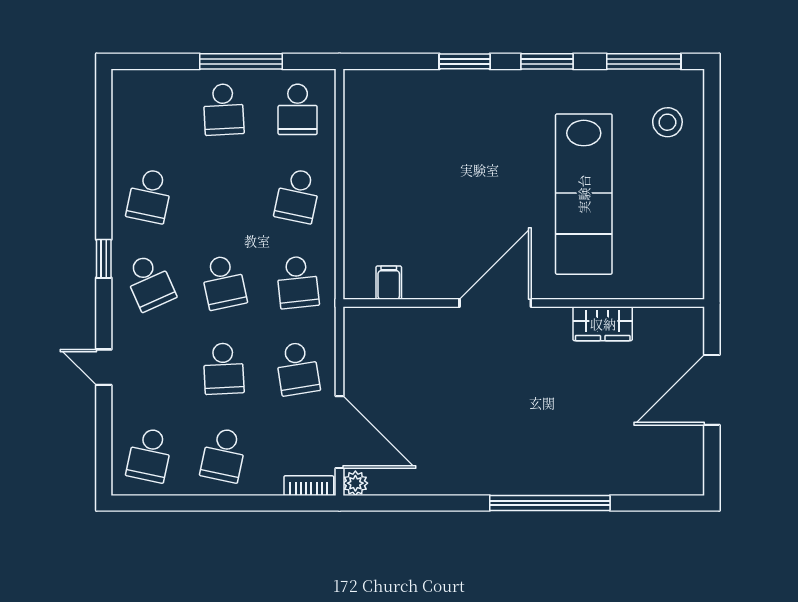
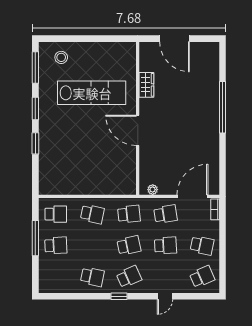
filing cabinet: (389, 283) -> (129, 175), removed
school desk: (149, 455) -> (202, 277), turned -36
plant: (355, 483) -> (153, 190), moved

